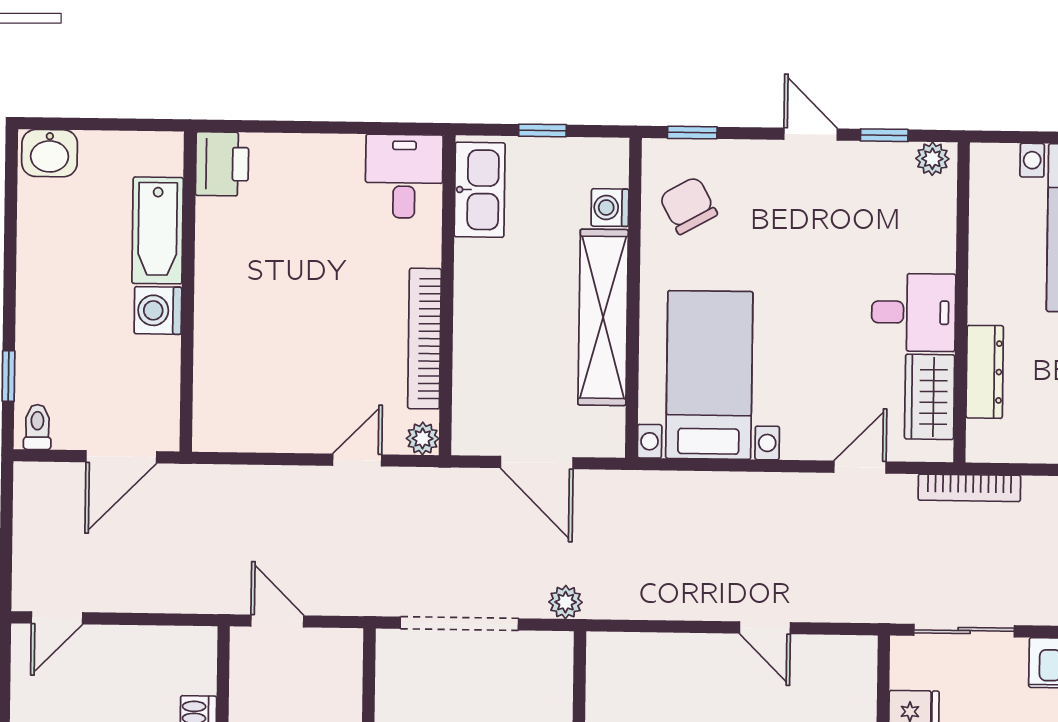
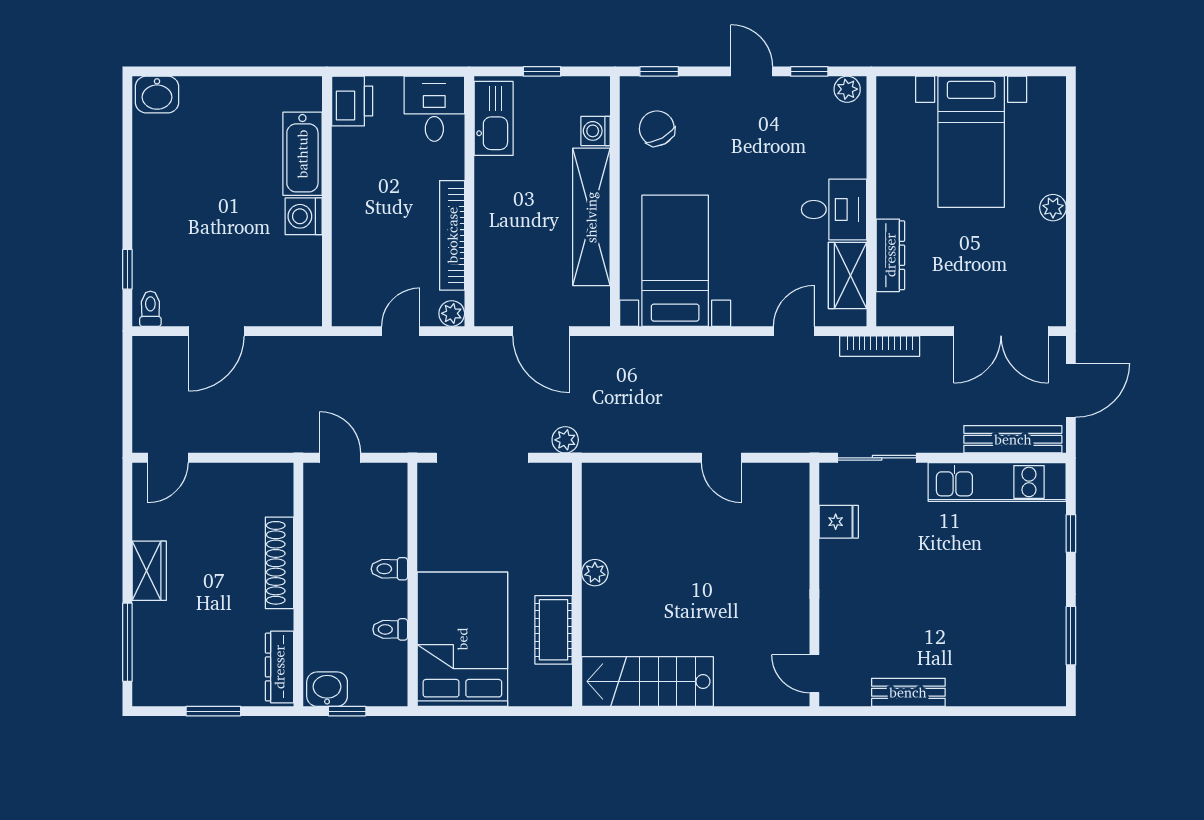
printer: (222, 164) -> (352, 101), moved
bathtub: (158, 230) -> (302, 154), moved
wall: (188, 292) -> (327, 201), moved
washing machine: (158, 310) -> (304, 216), moved

